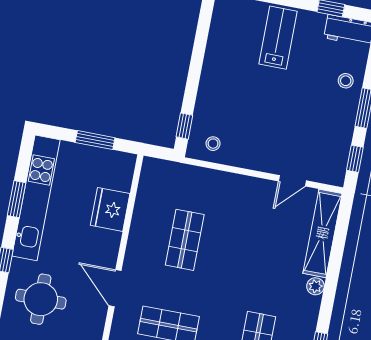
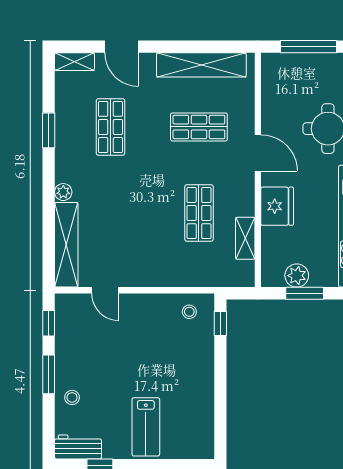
plant: (100, 159) -> (297, 276), added
door: (292, 181) -> (105, 290), swing flipped
shelving: (144, 206) -> (245, 238), added
fridge: (110, 209) -> (277, 206), moved

